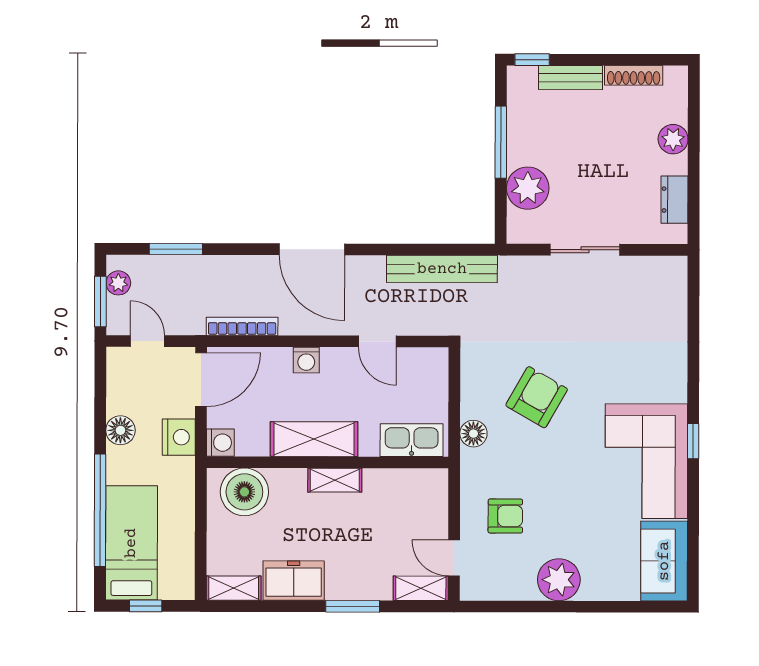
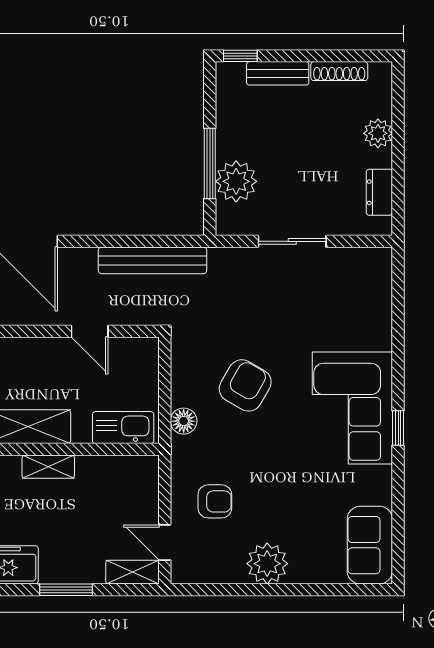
window: (501, 142) -> (210, 163), moved
washing machine: (306, 360) -> (20, 350), removed
corner sofa: (646, 461) -> (352, 408), moved

